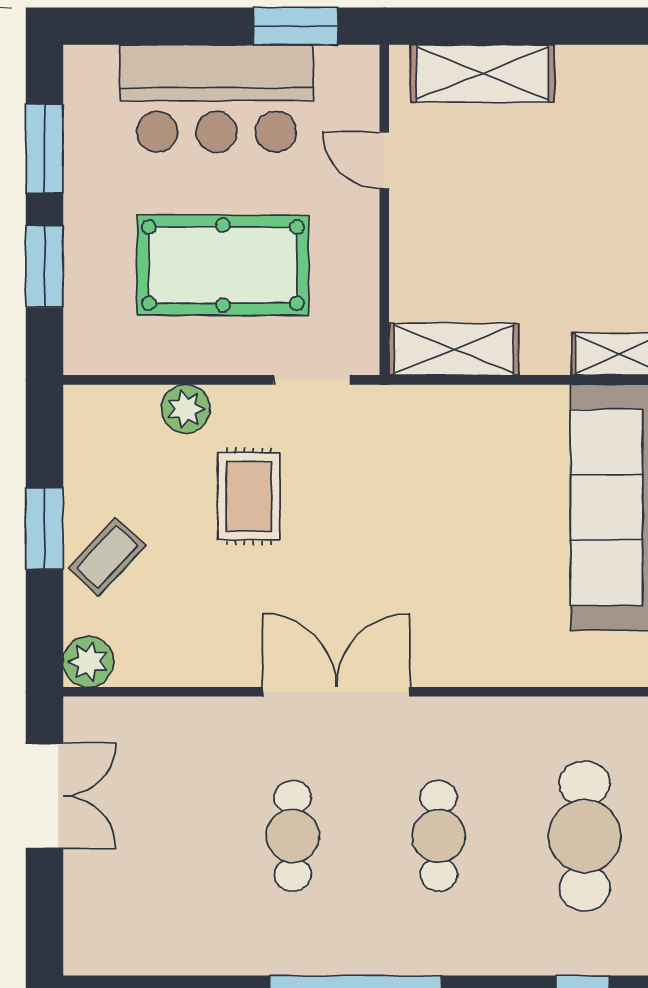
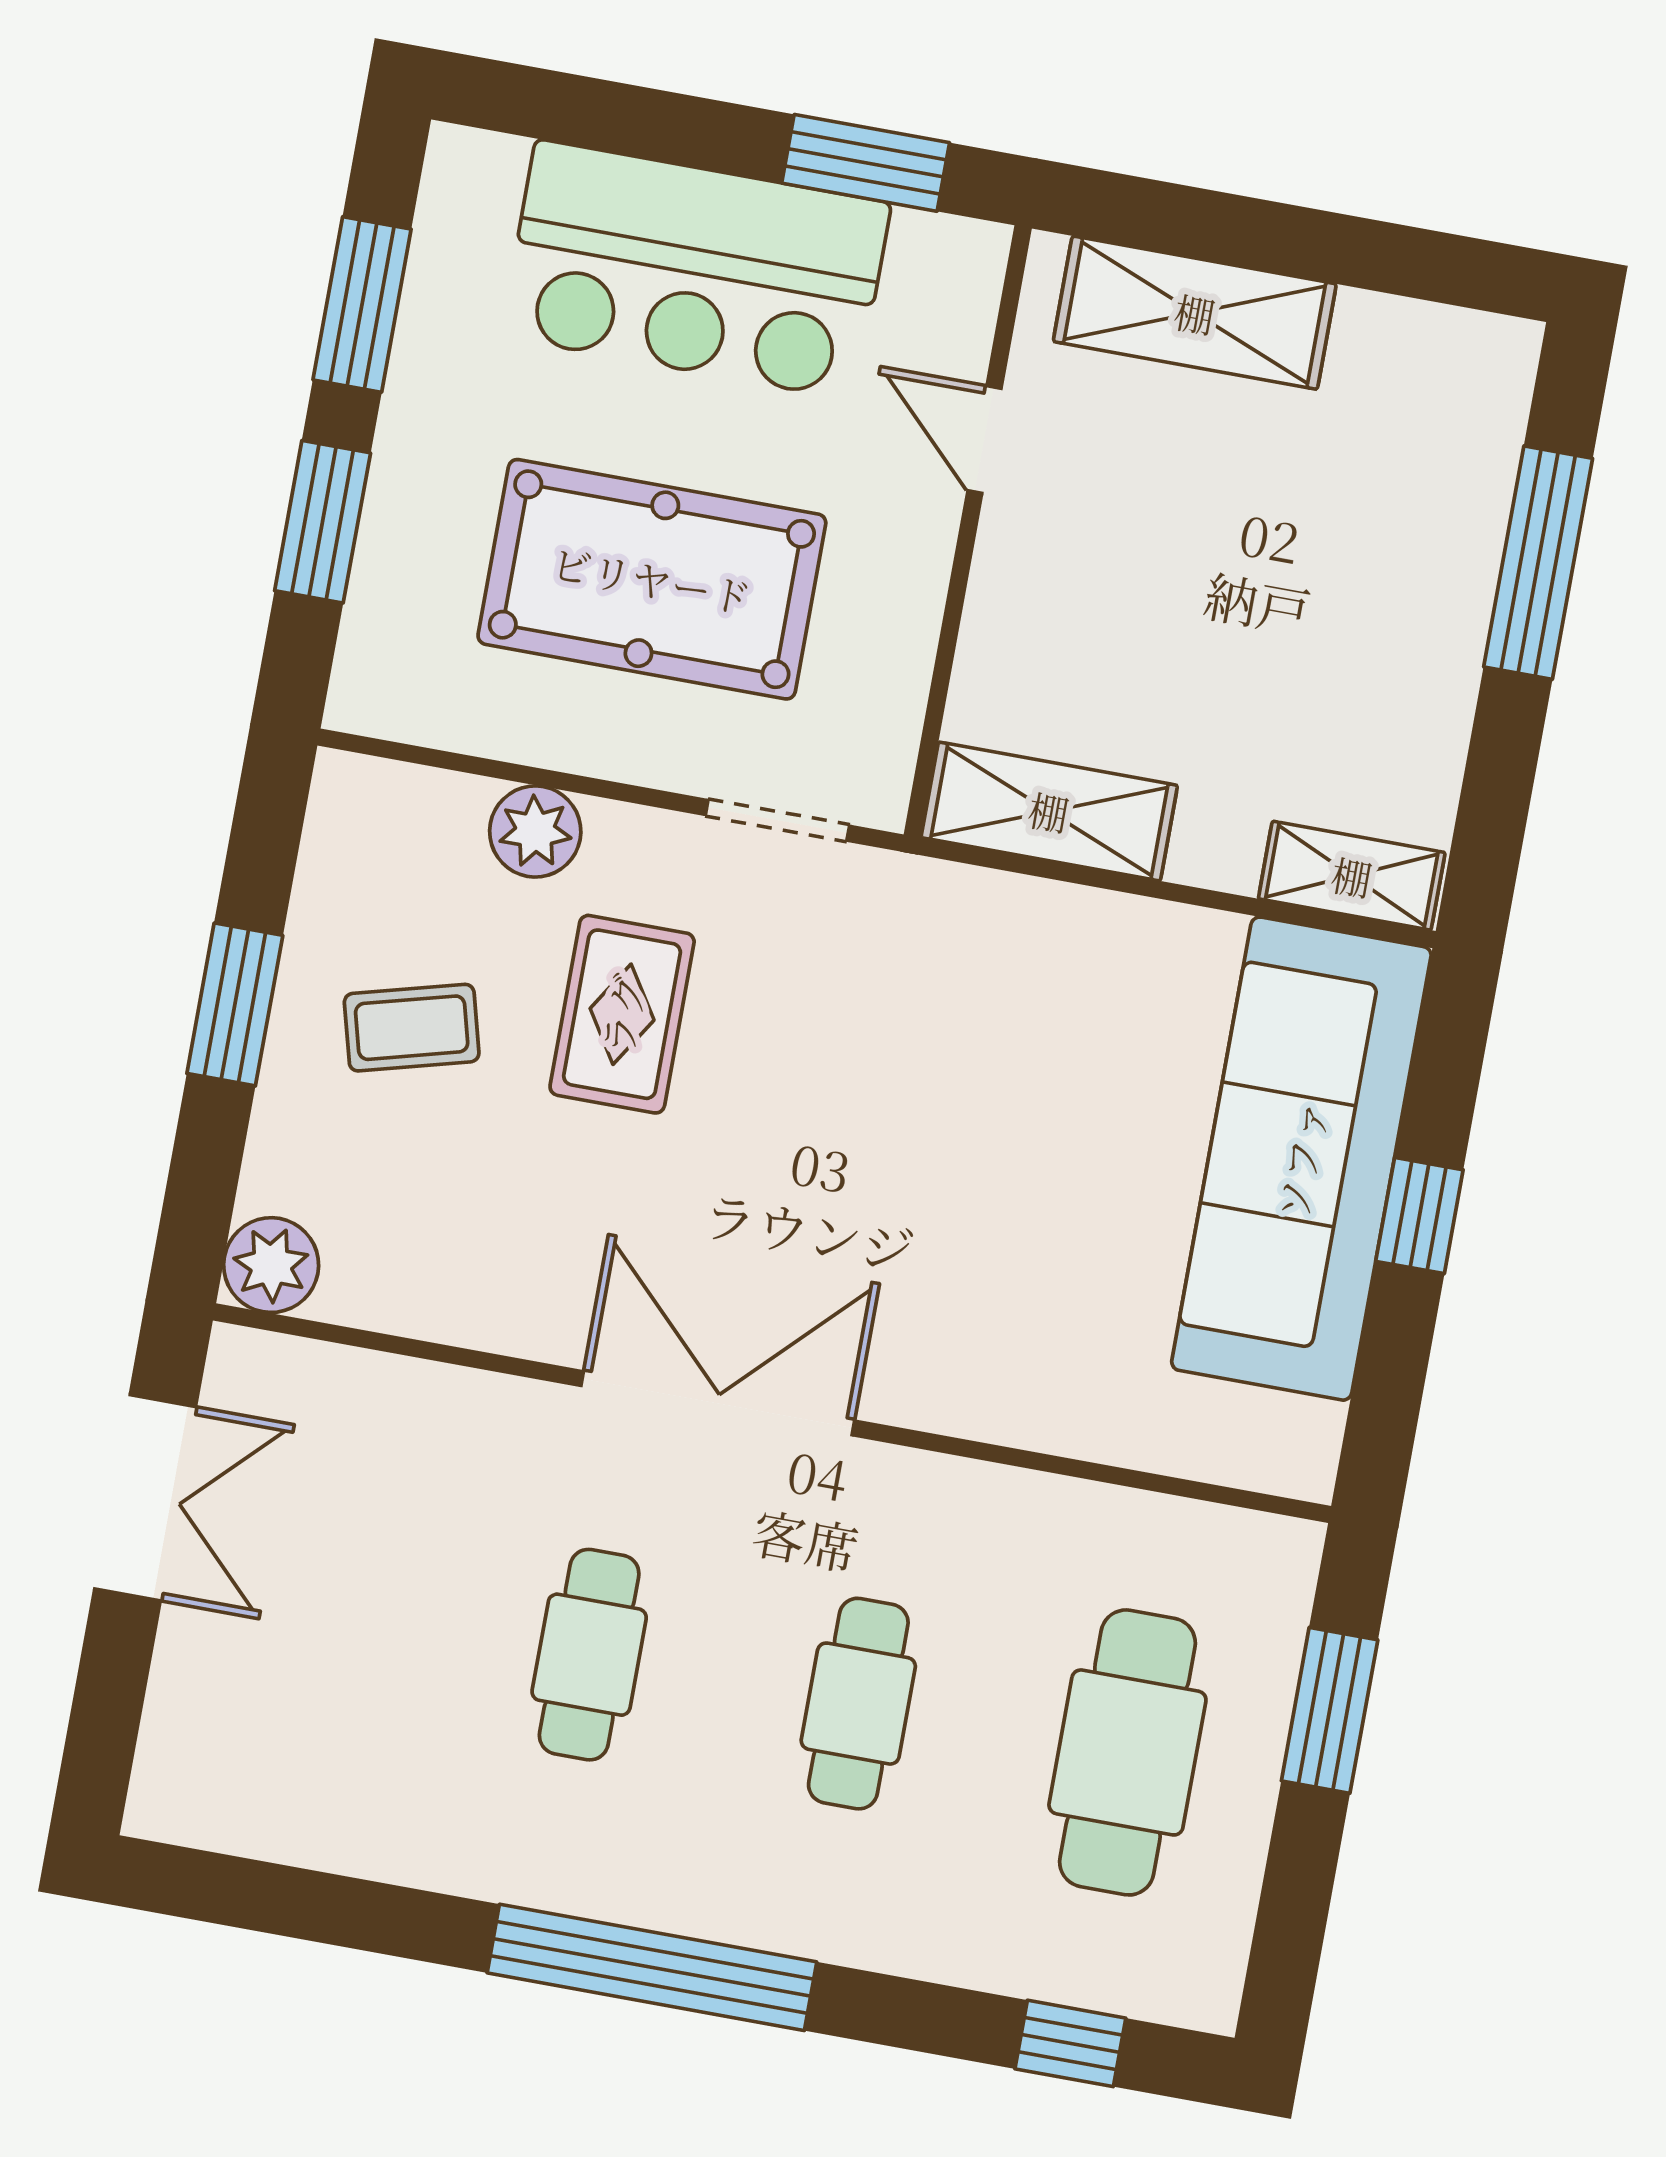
coffee table: (107, 557) -> (412, 1028), moved, turned 32

